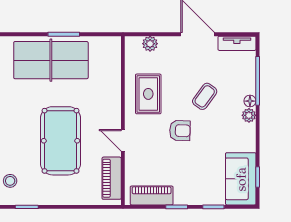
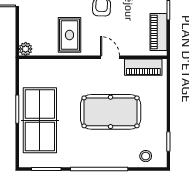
plant: (150, 44) -> (26, 49), moved
rug: (148, 94) -> (69, 35), turned 90
door: (123, 140) -> (110, 57), swing flipped

